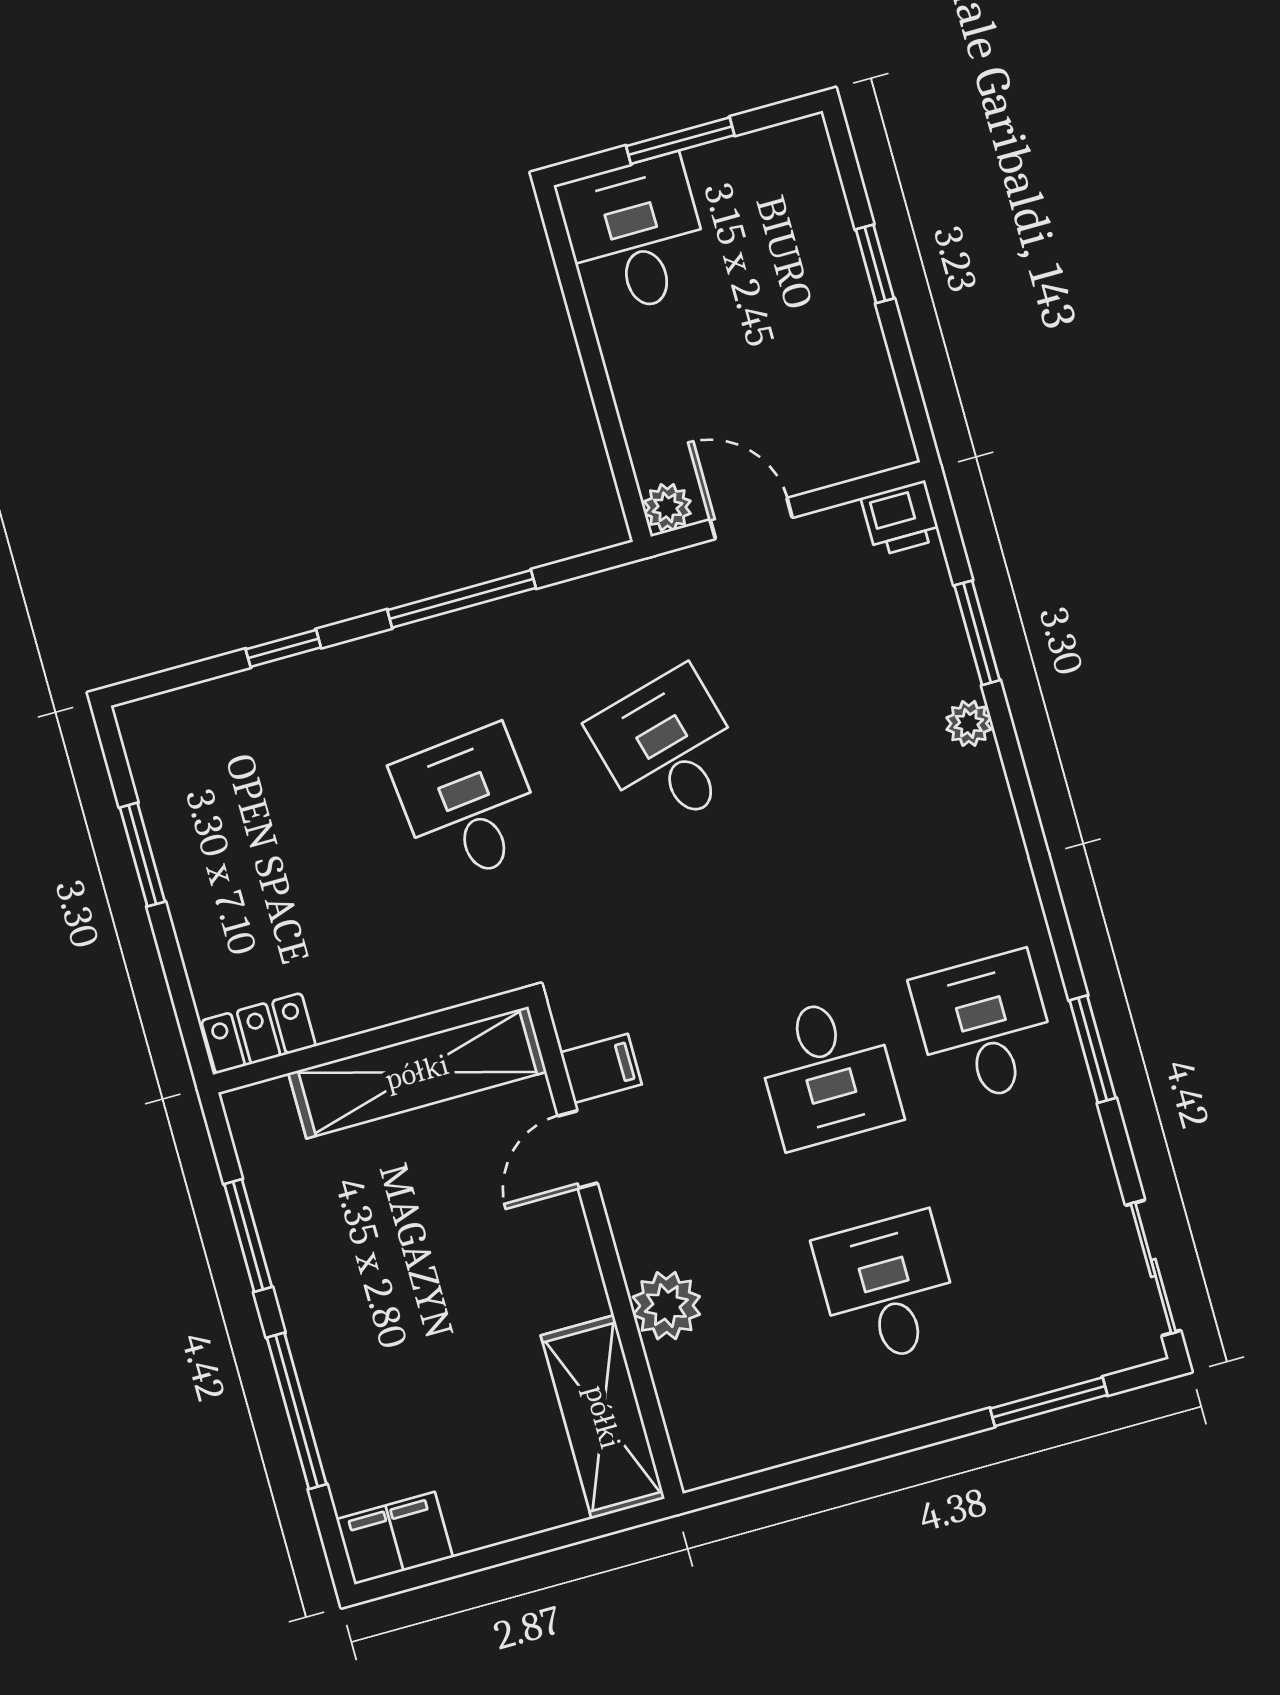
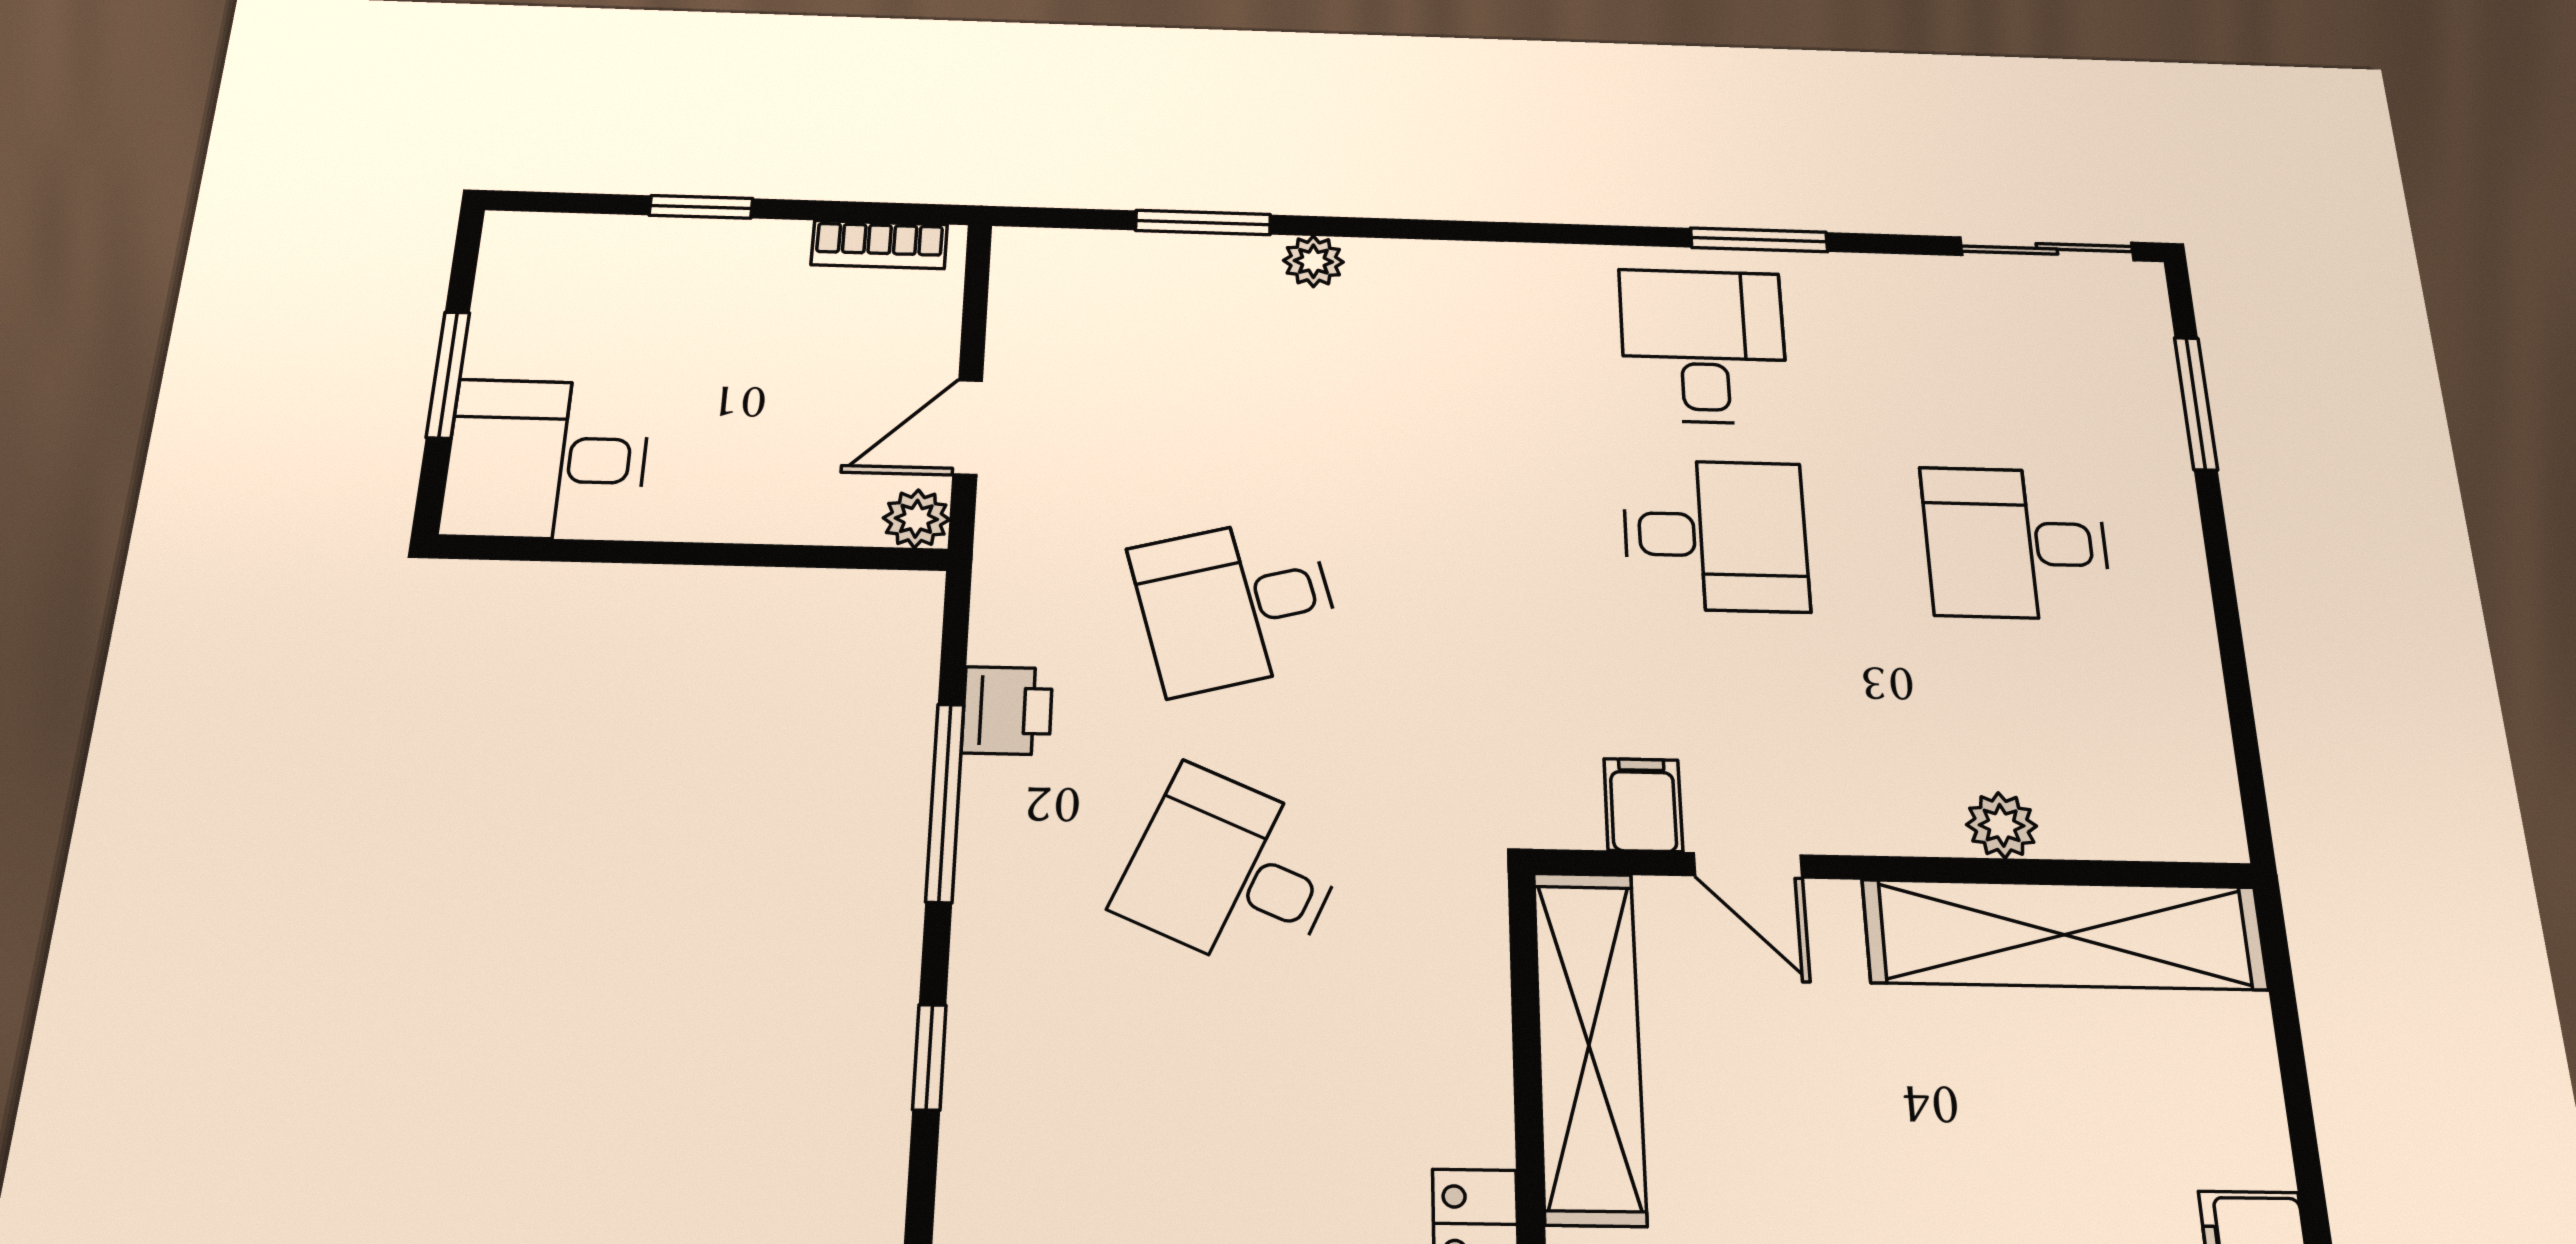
bookcase: (883, 404) -> (879, 245), added
printer: (901, 518) -> (1007, 711), moved
desk: (469, 805) -> (1232, 872), turned 30
desk: (985, 1028) -> (1703, 346), turned 90
plant: (666, 1306) -> (2002, 825), width x0.73, depth x0.73
shelving: (603, 1417) -> (2065, 935), width x1.47

